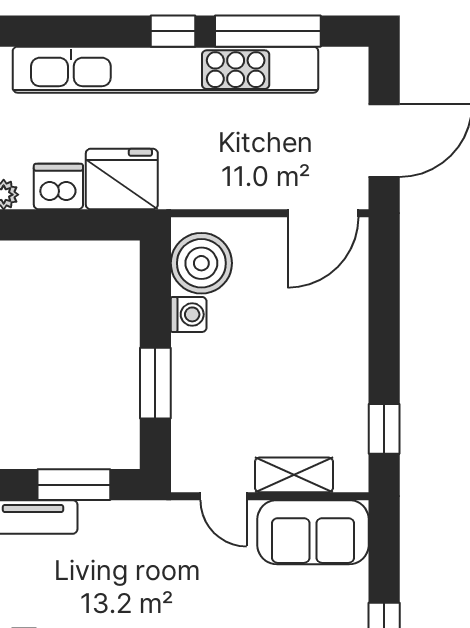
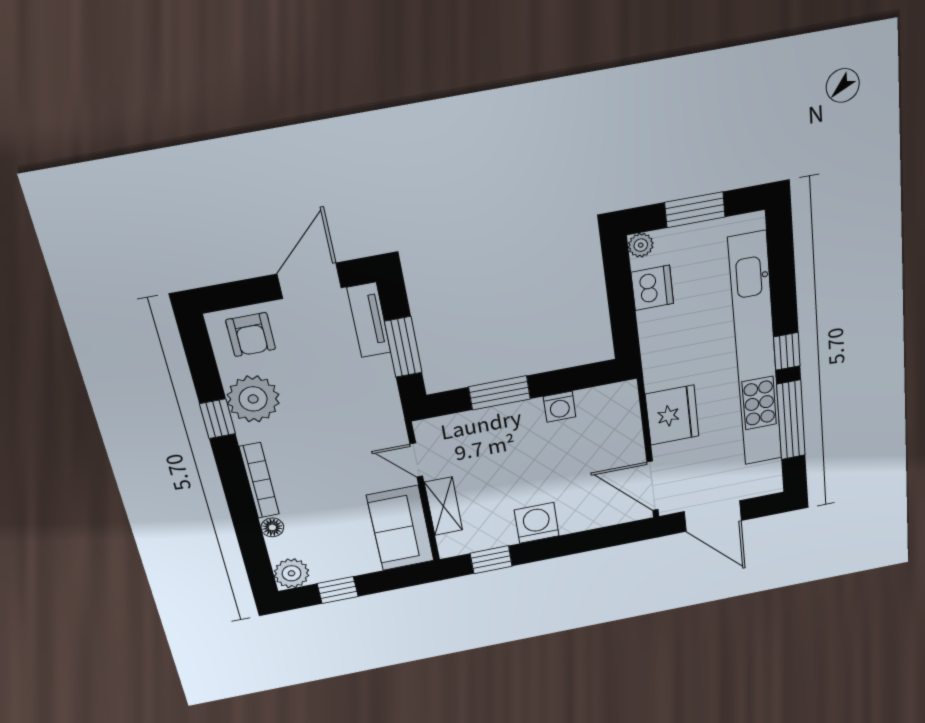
fridge: (122, 179) -> (672, 415), moved
boiler: (201, 263) -> (602, 408), removed
washing machine: (343, 364) -> (537, 523), added
door: (224, 496) -> (416, 460), hinge flipped

